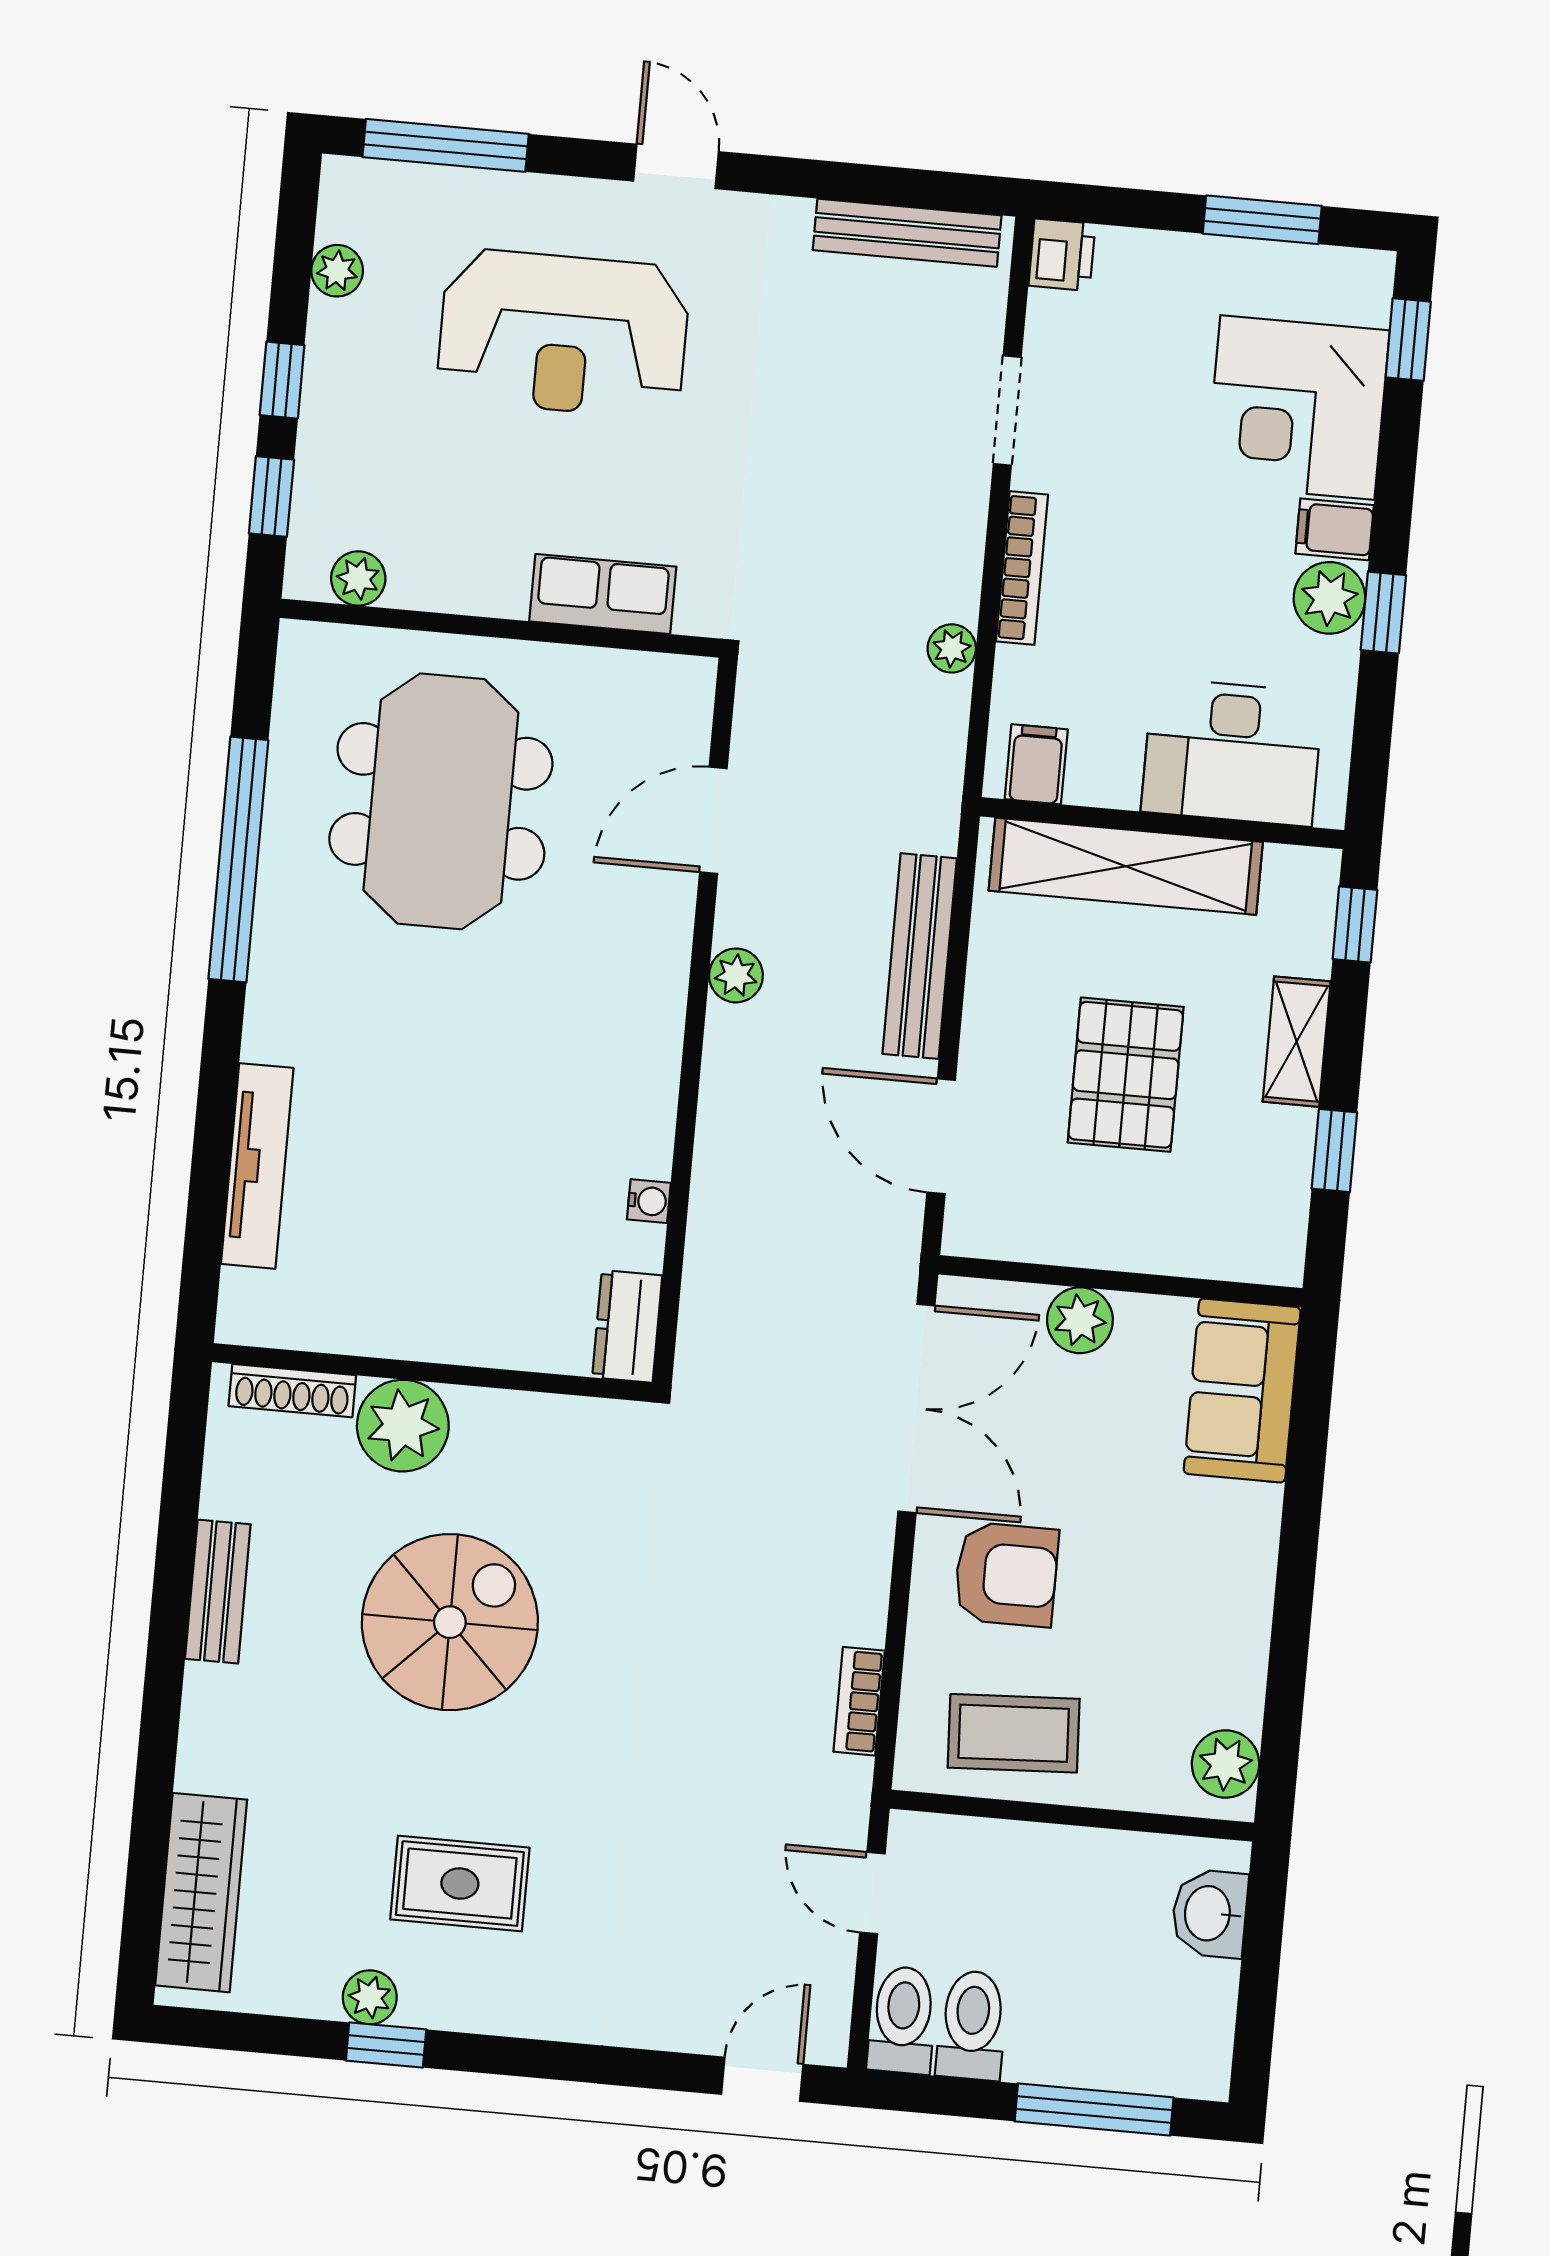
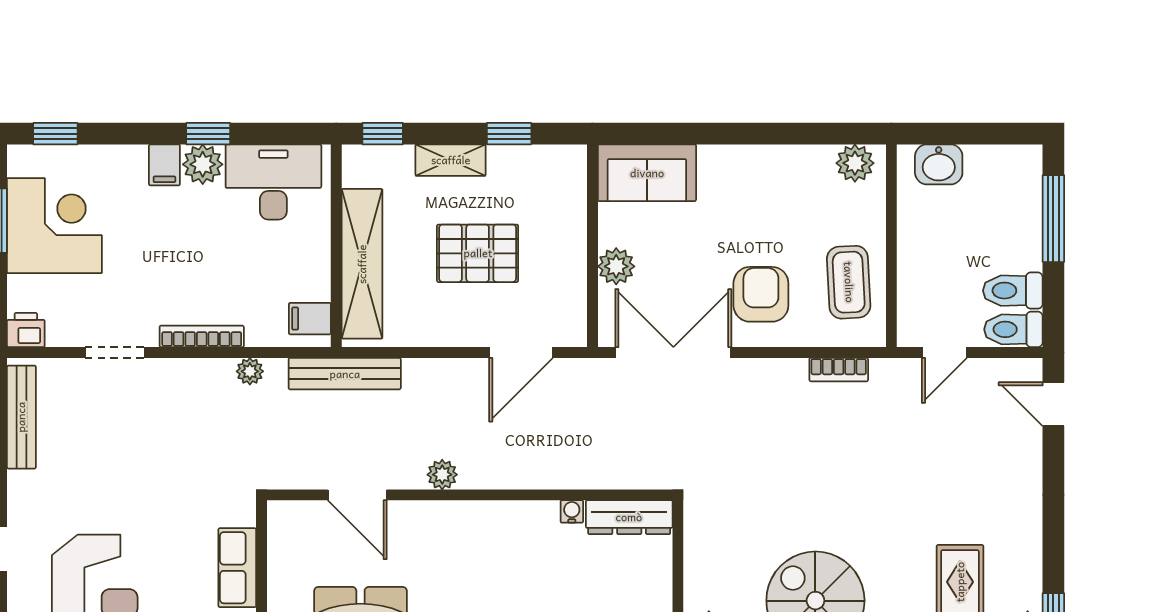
corner desk: (1297, 408) -> (54, 226), moved, turned -90
desk: (1232, 752) -> (273, 182), moved, turned -90
bench: (920, 956) -> (345, 374), moved
dresser: (627, 1326) -> (629, 517), width x1.44

